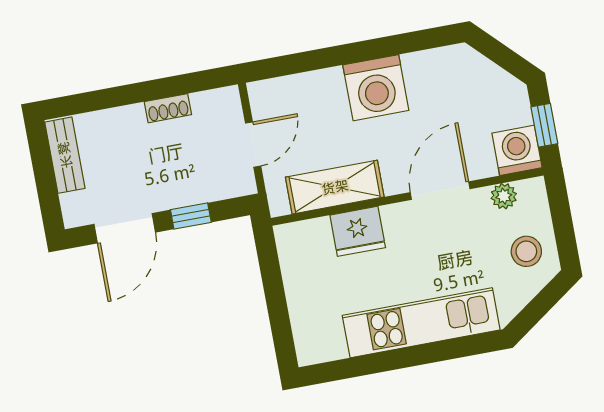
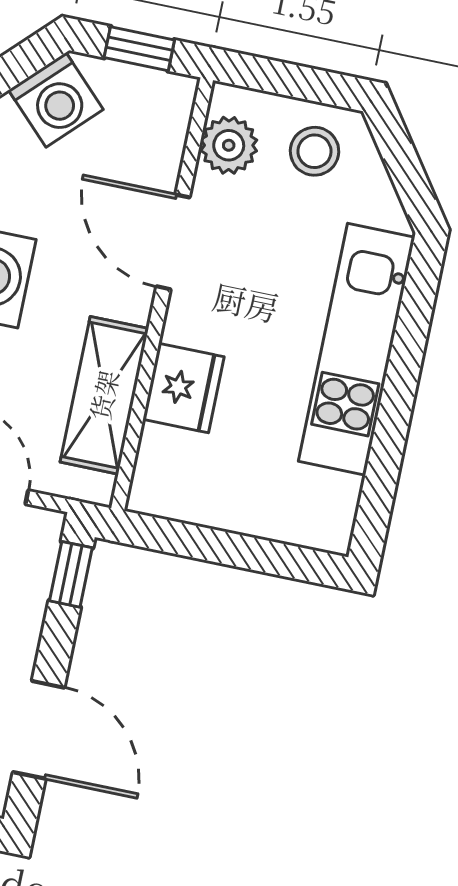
washing machine: (517, 150) -> (56, 100), moved, turned -135
plant: (504, 196) -> (229, 145), width x1.38, depth x1.38
window: (191, 216) -> (71, 574), moved

